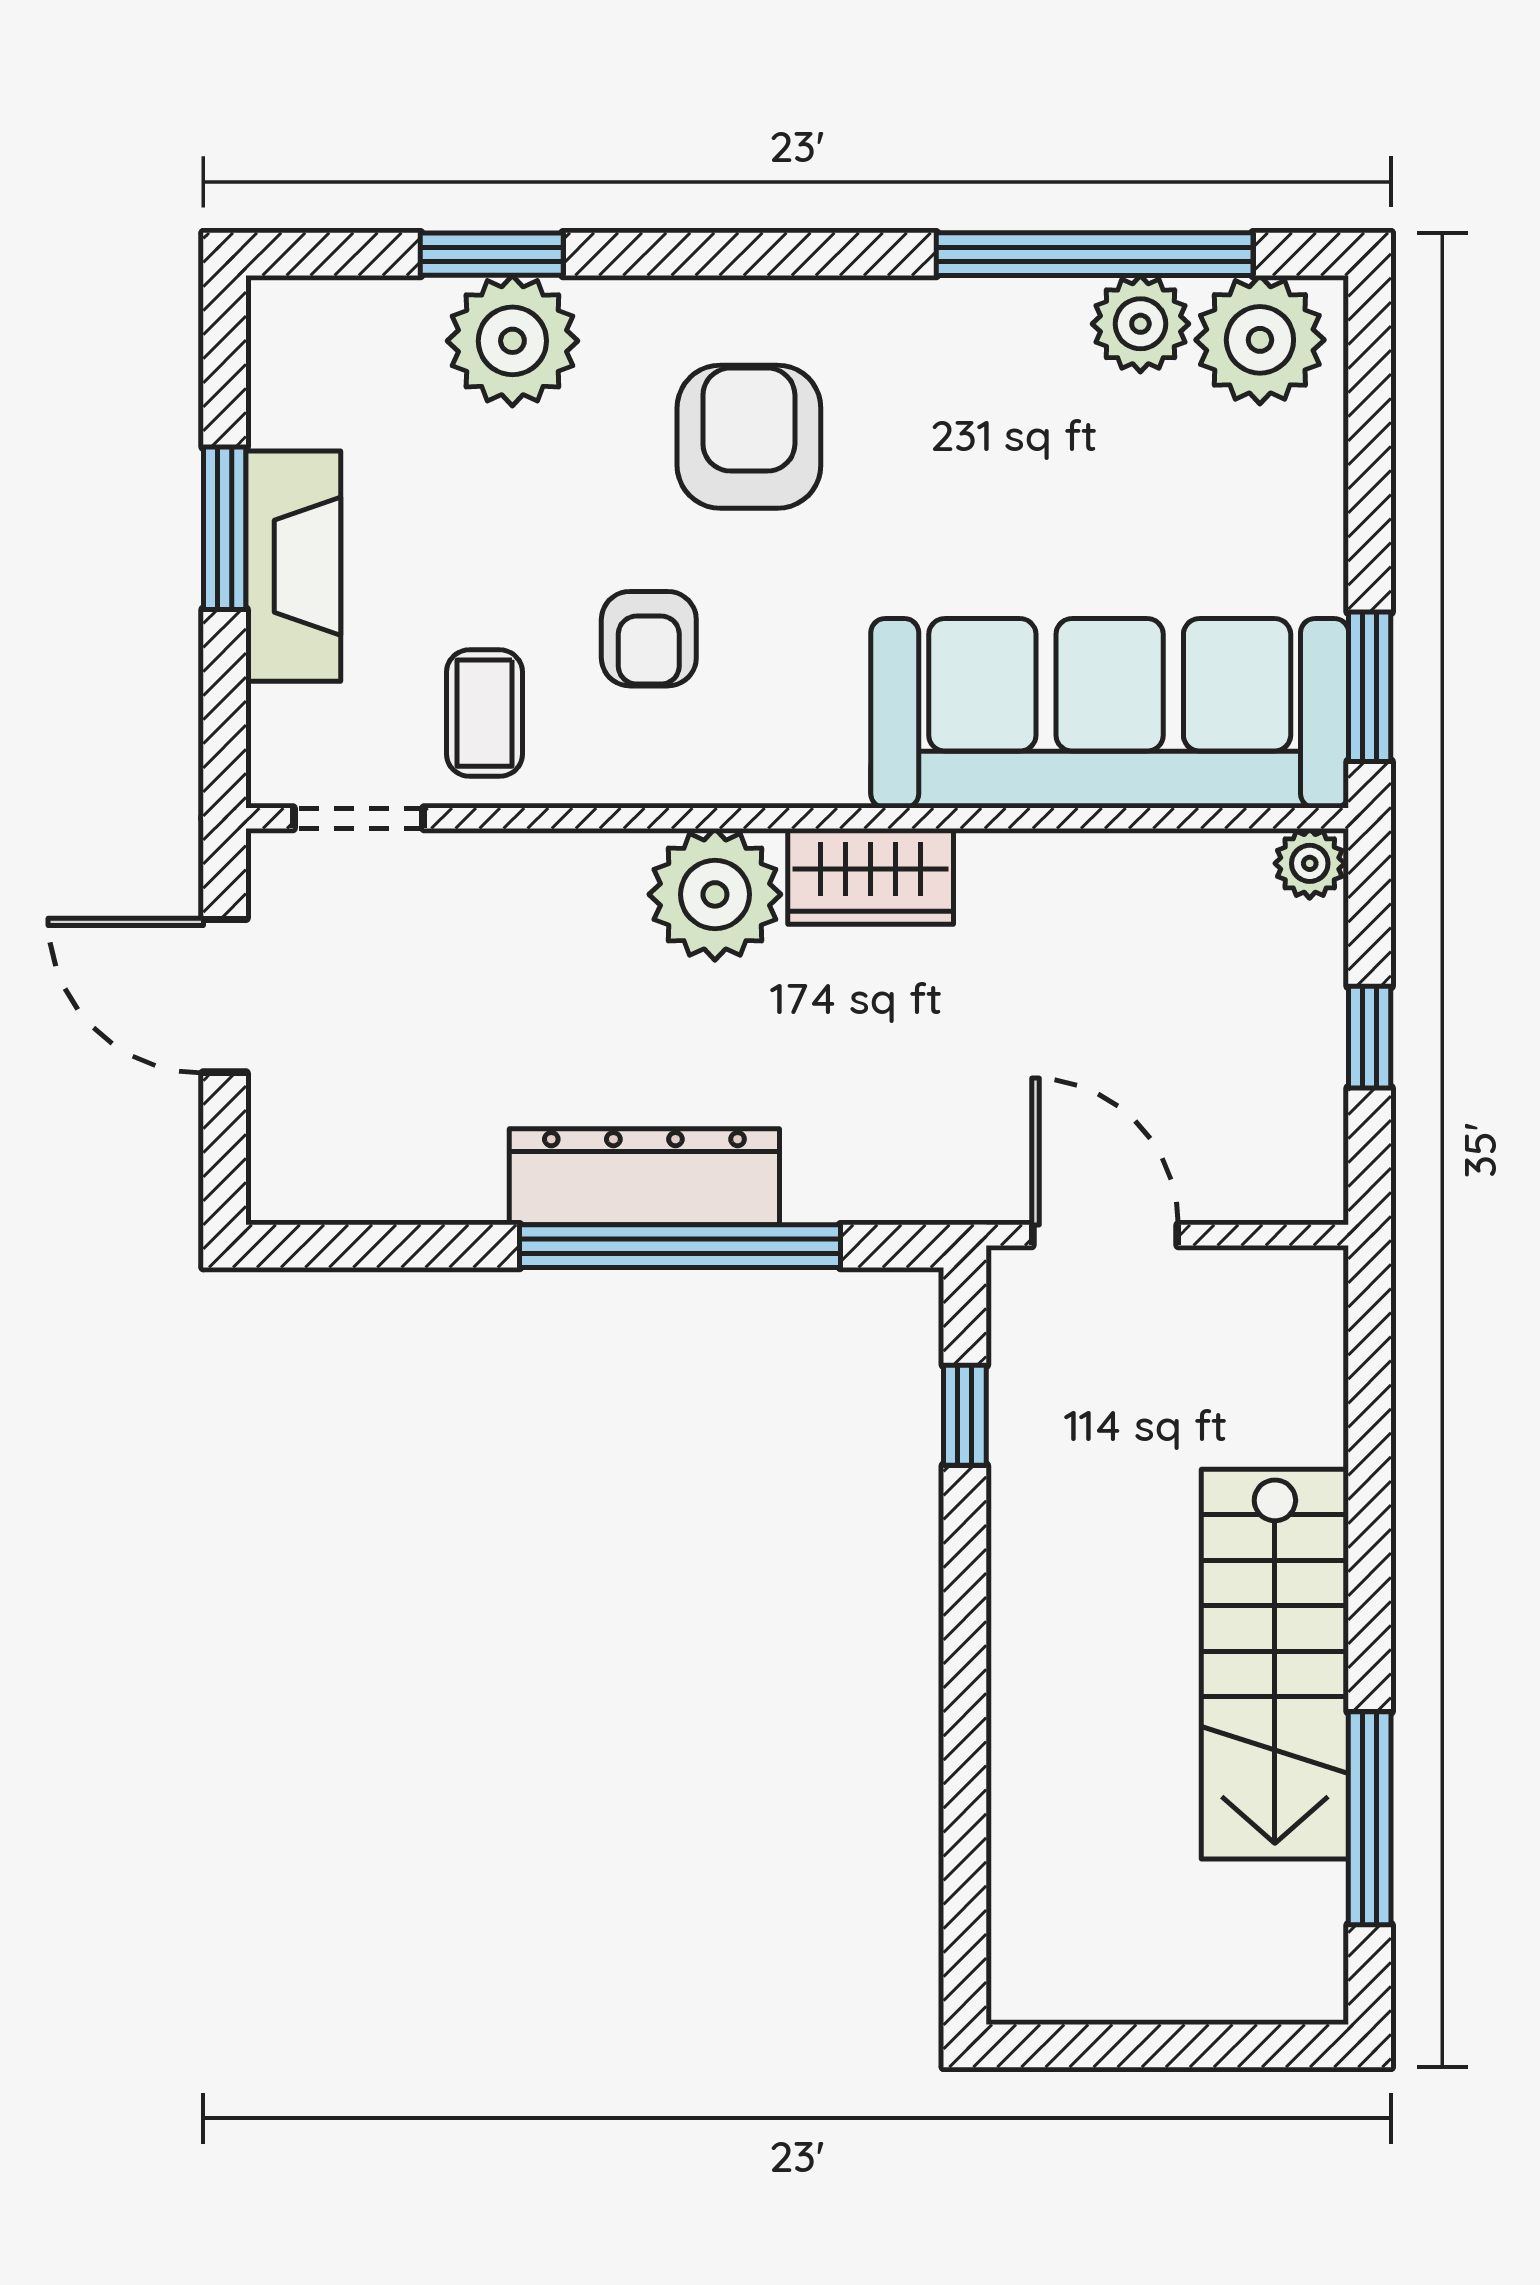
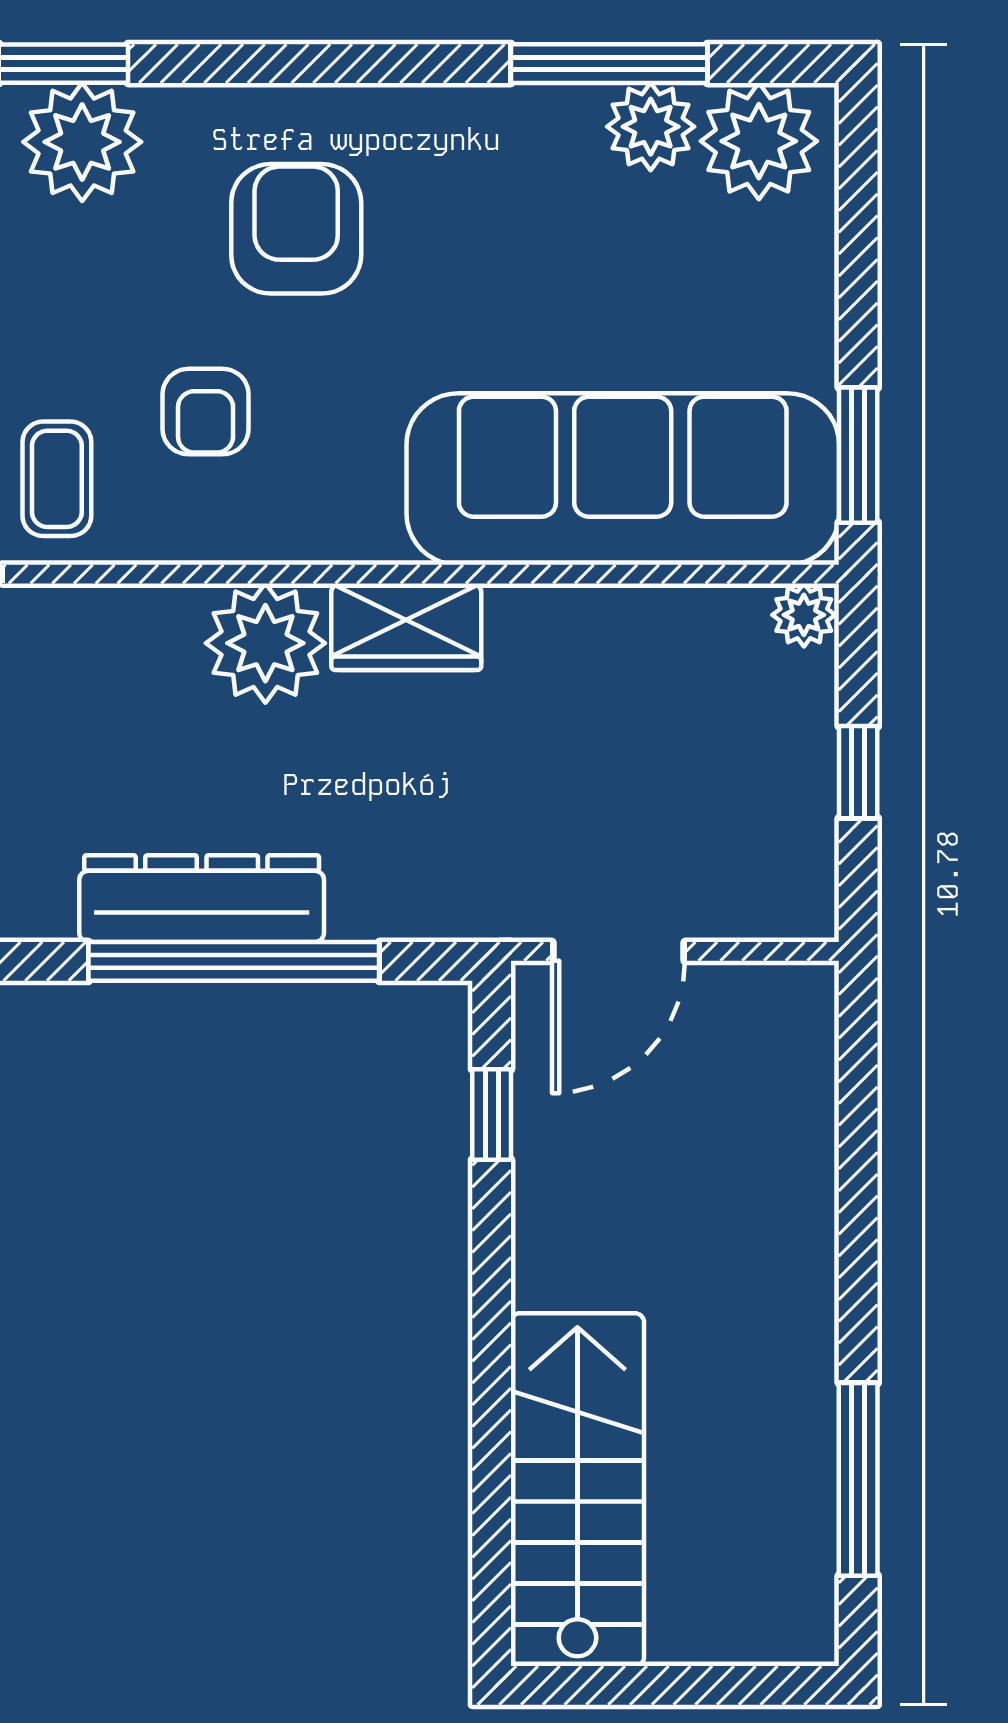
window: (1095, 254) -> (609, 64), width x0.68
door: (1105, 1235) -> (618, 951), swing flipped
stairs: (1275, 1664) -> (577, 1490), moved, turned 180

